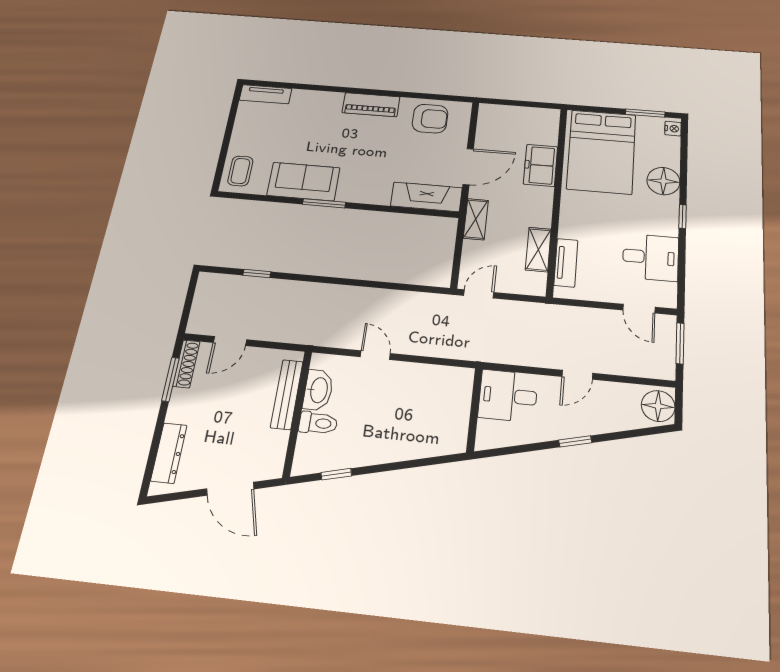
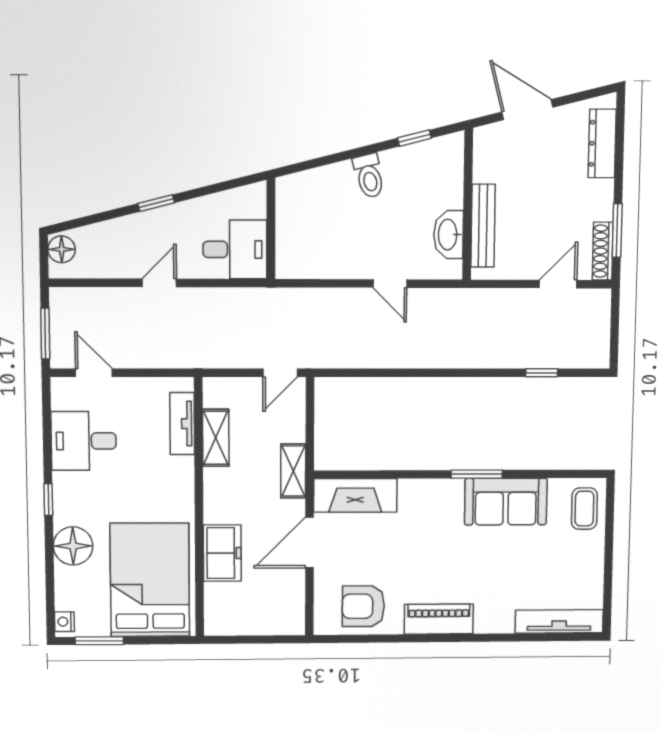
tv unit: (266, 94) -> (559, 621), width x1.41
floor lamp: (658, 406) -> (62, 249), width x0.73, depth x0.73
toilet: (318, 423) -> (369, 176), moved, turned -104

